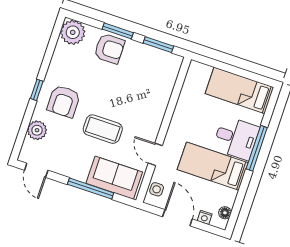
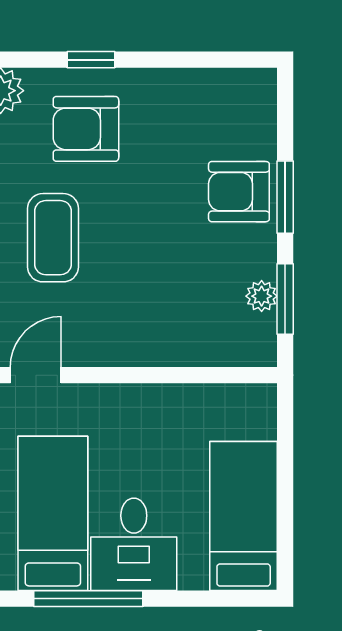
plant: (73, 32) -> (262, 296), moved, width x0.53, depth x0.53
armchair: (109, 49) -> (239, 192), turned 90
window: (257, 148) -> (88, 599), moved

